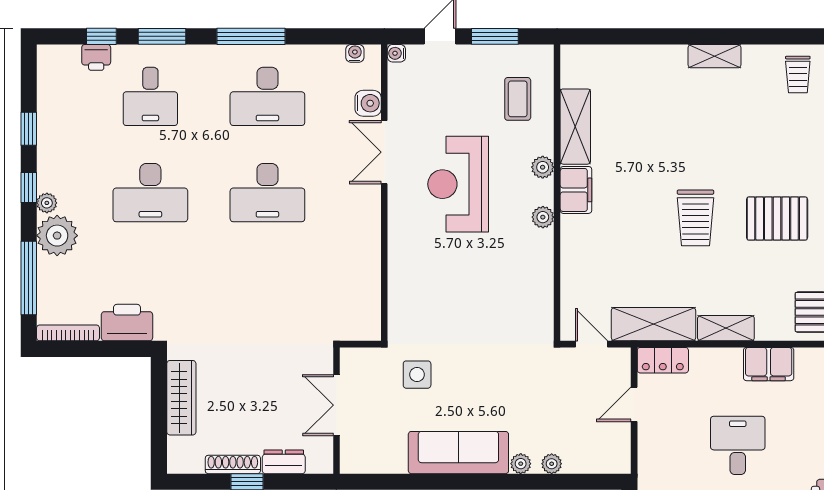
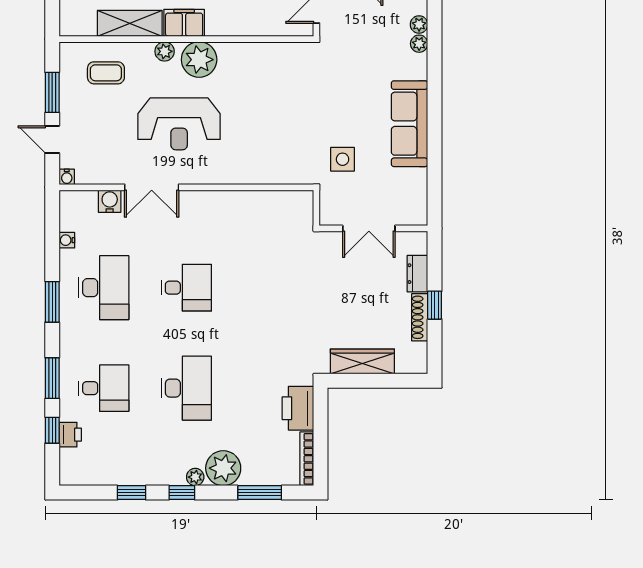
window: (251, 36) -> (52, 302), width x0.69
water cooler: (355, 53) -> (67, 240), moved
desk: (267, 193) -> (186, 288), width x0.73
plant: (543, 217) -> (199, 60), width x1.88, depth x1.88
window: (29, 278) -> (260, 493), width x0.69
plant: (521, 464) -> (419, 25), moved

